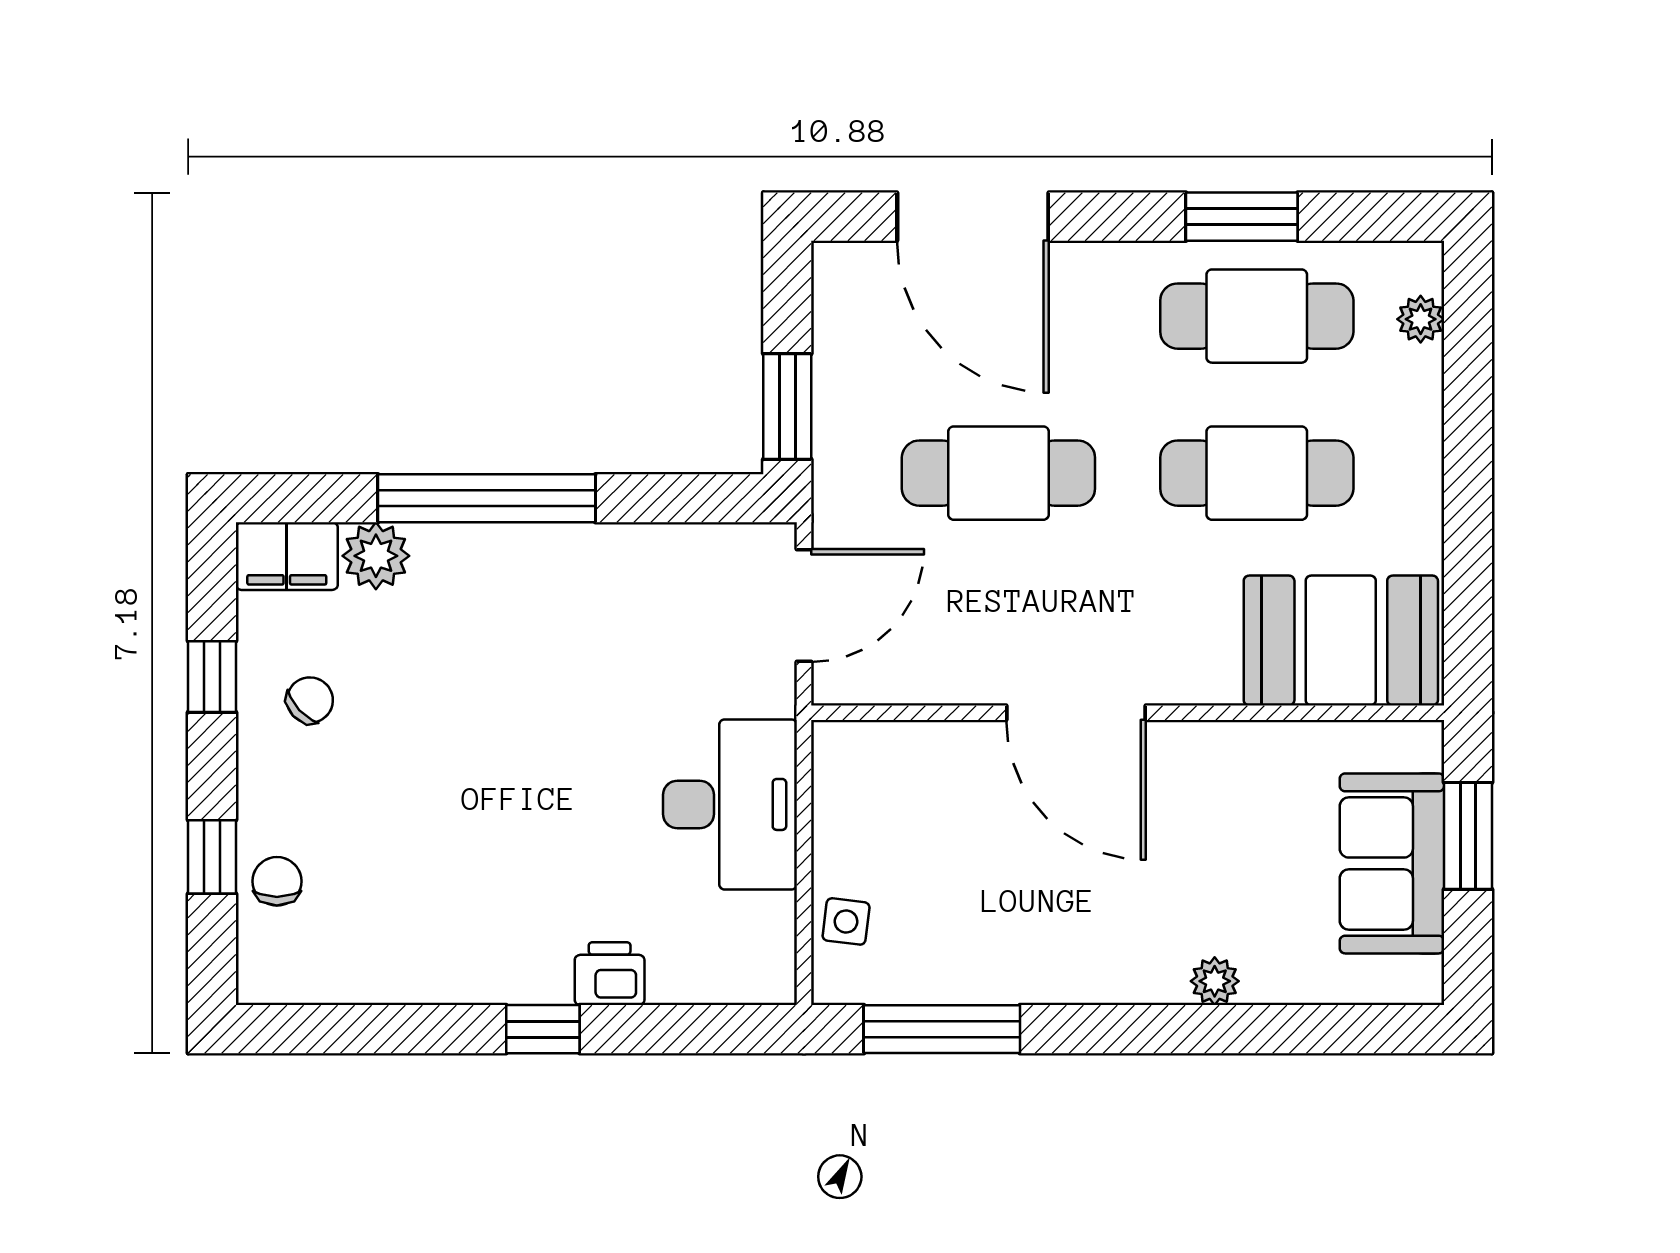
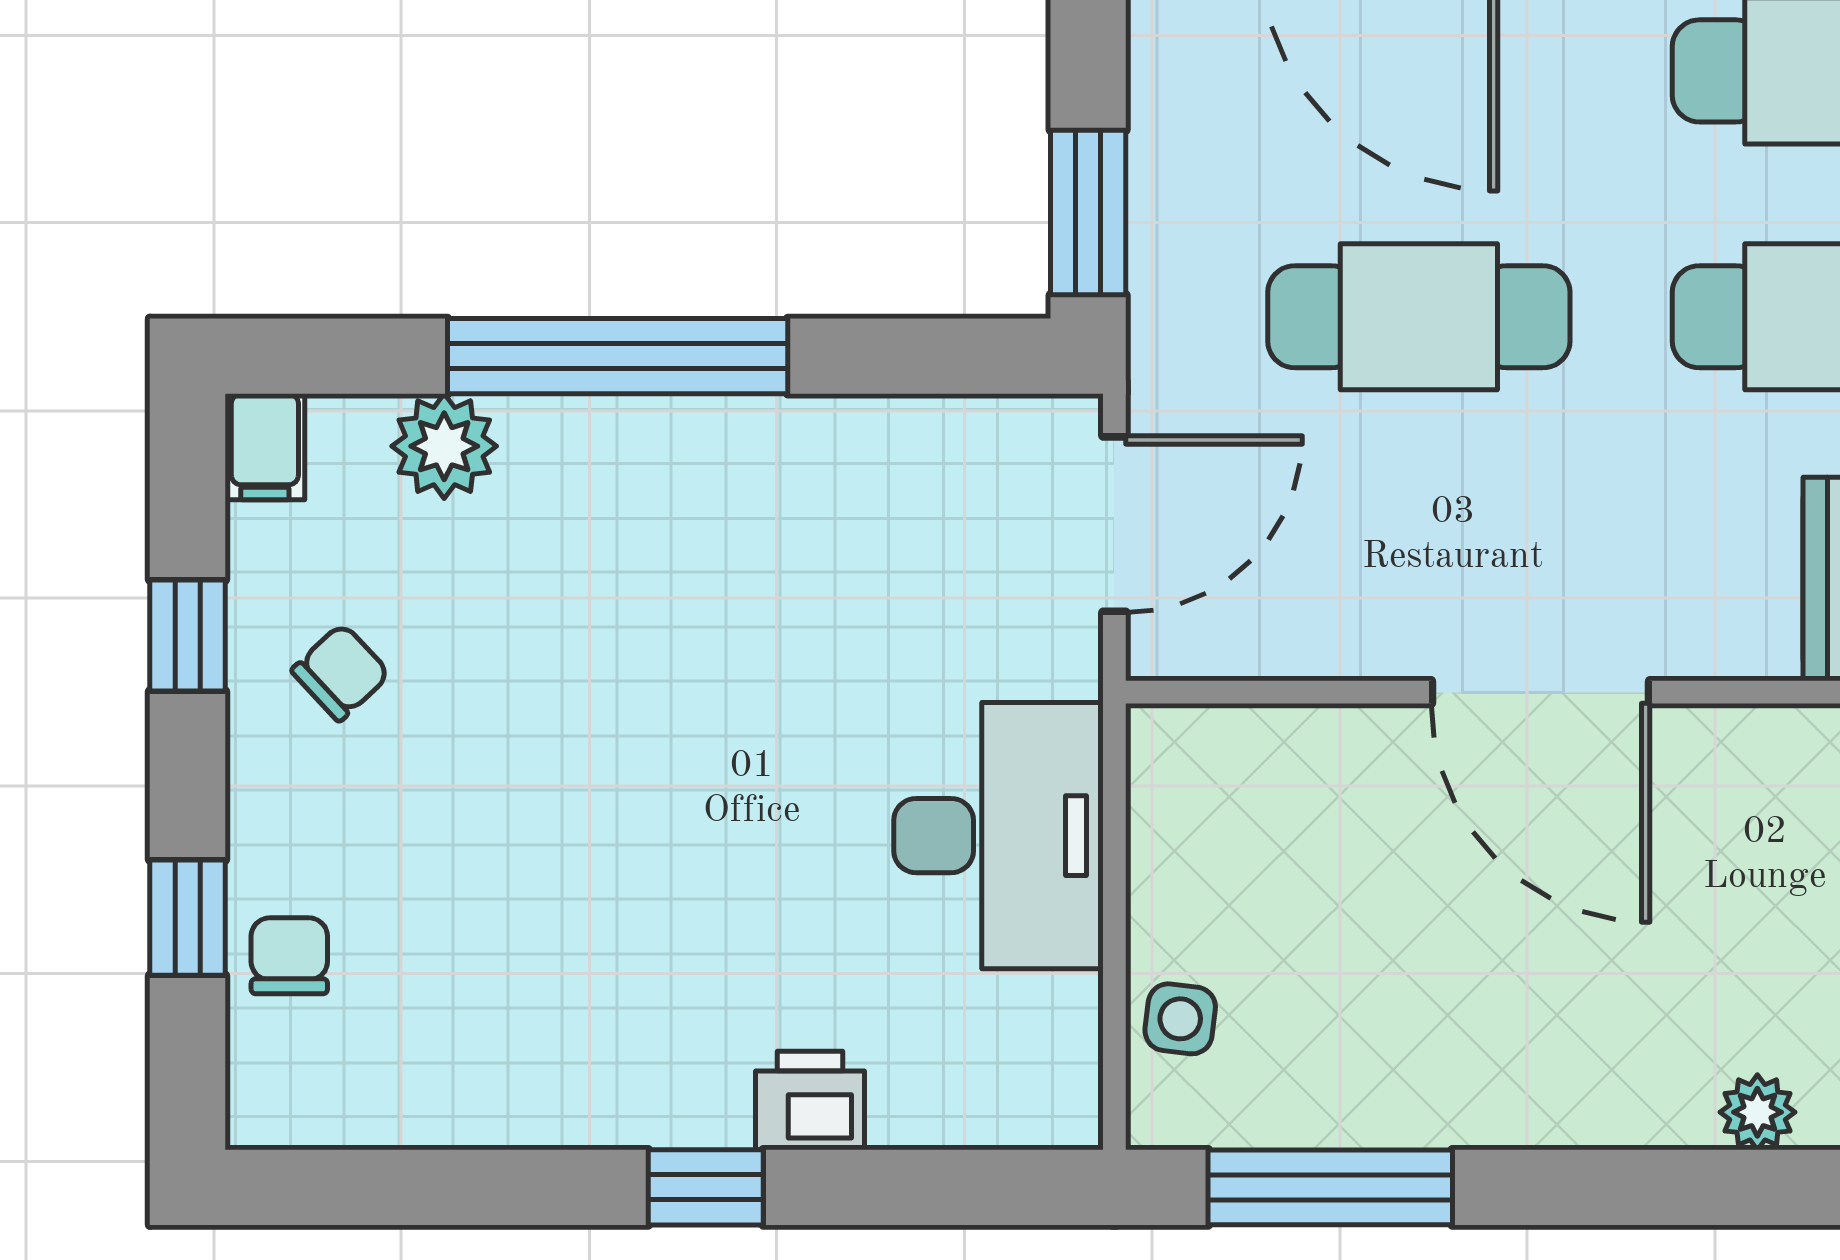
filing cabinet: (287, 556) -> (265, 447), width x0.50

